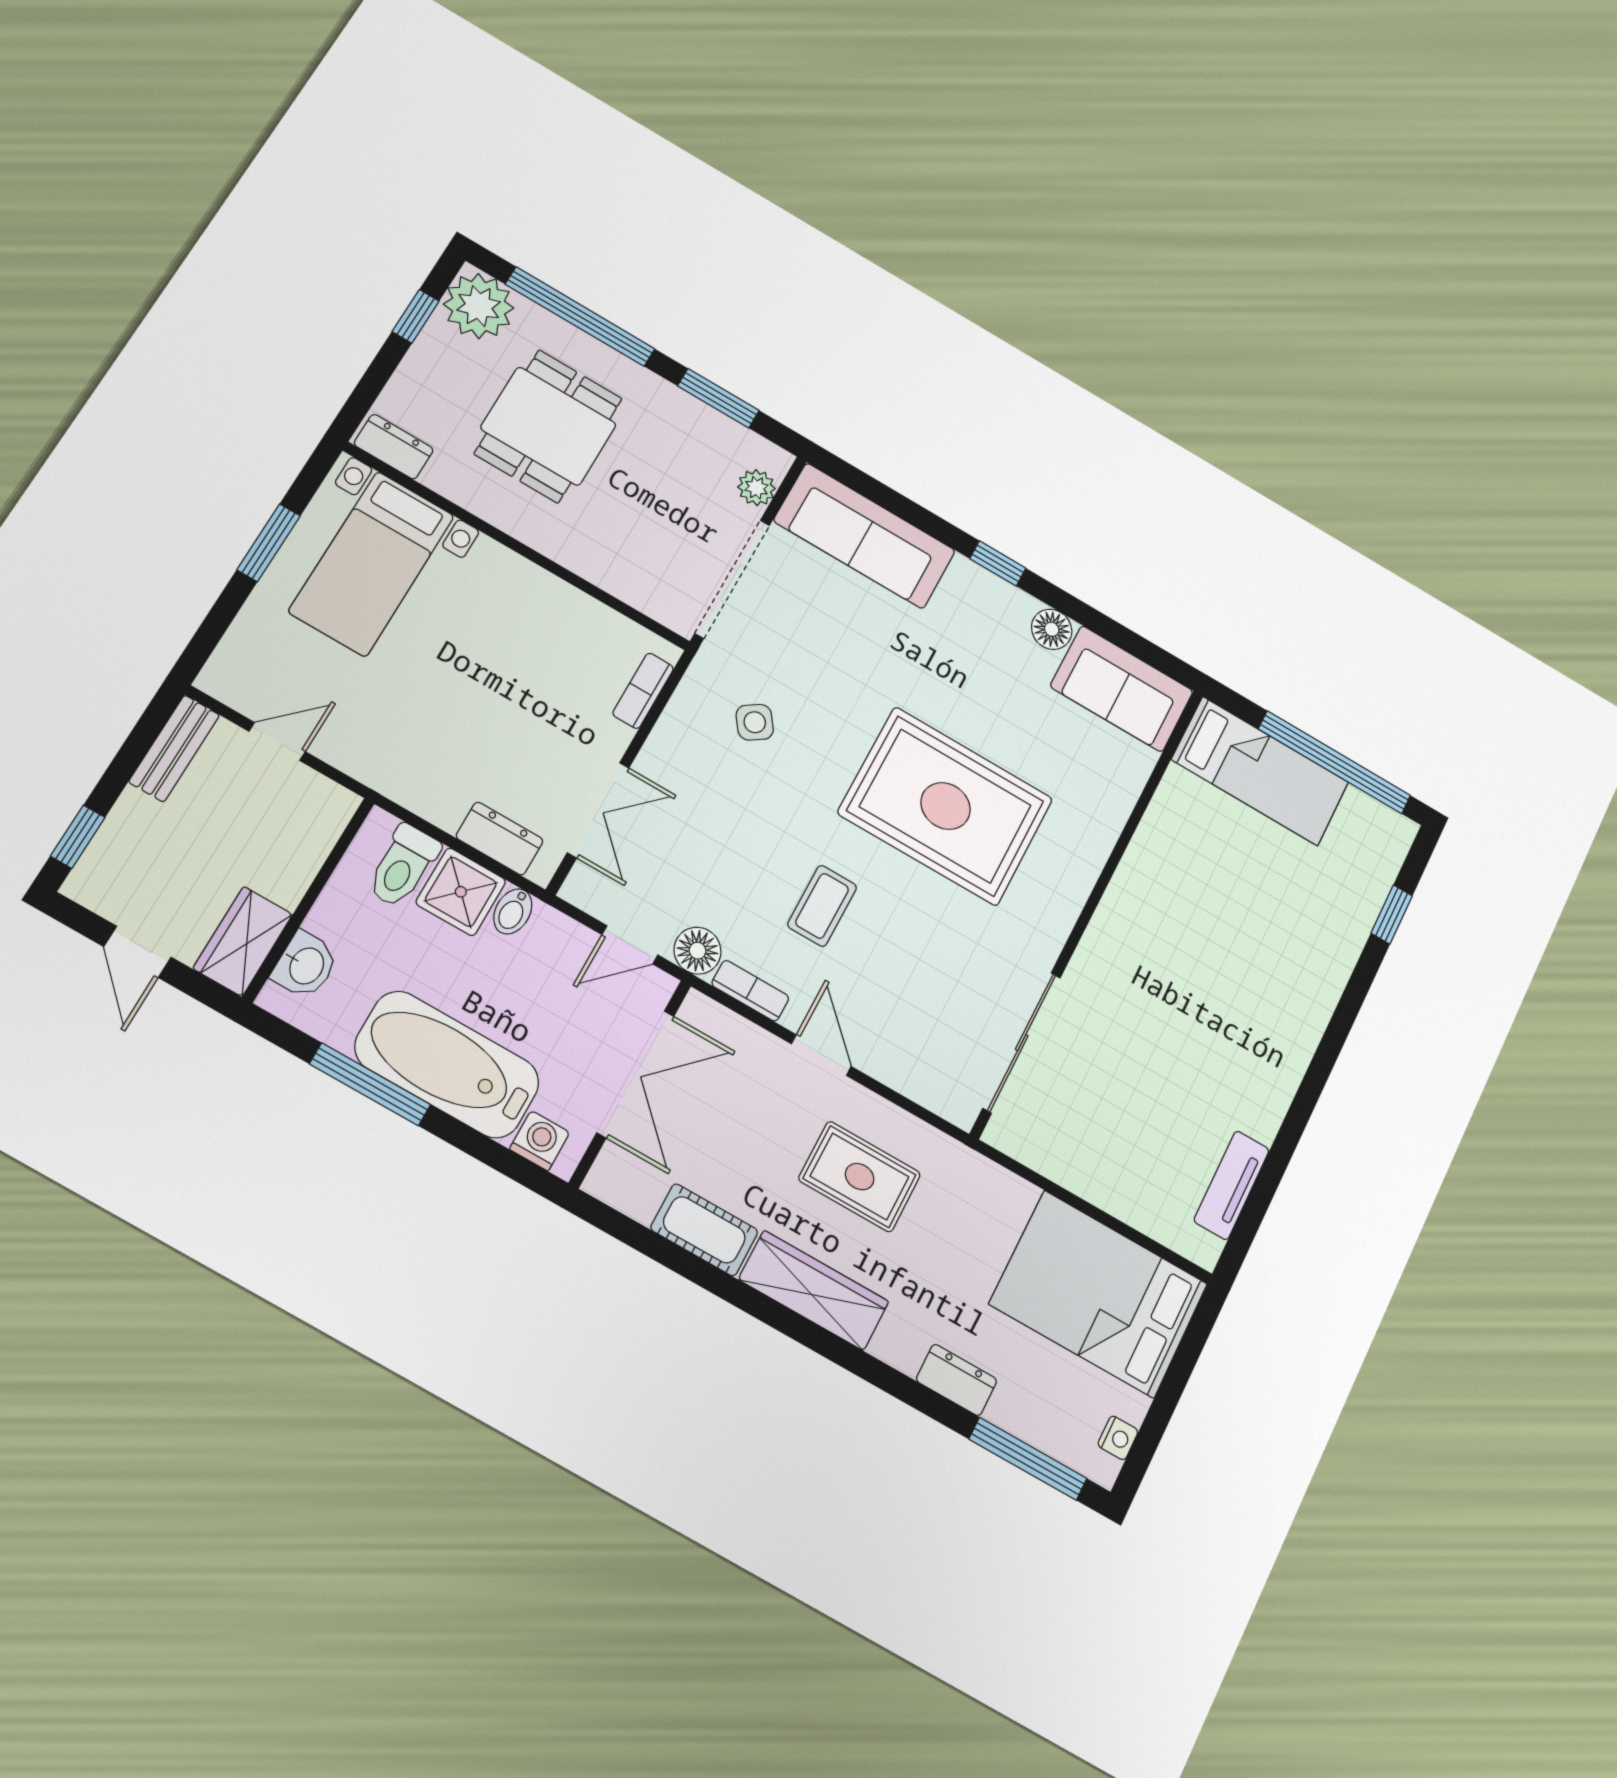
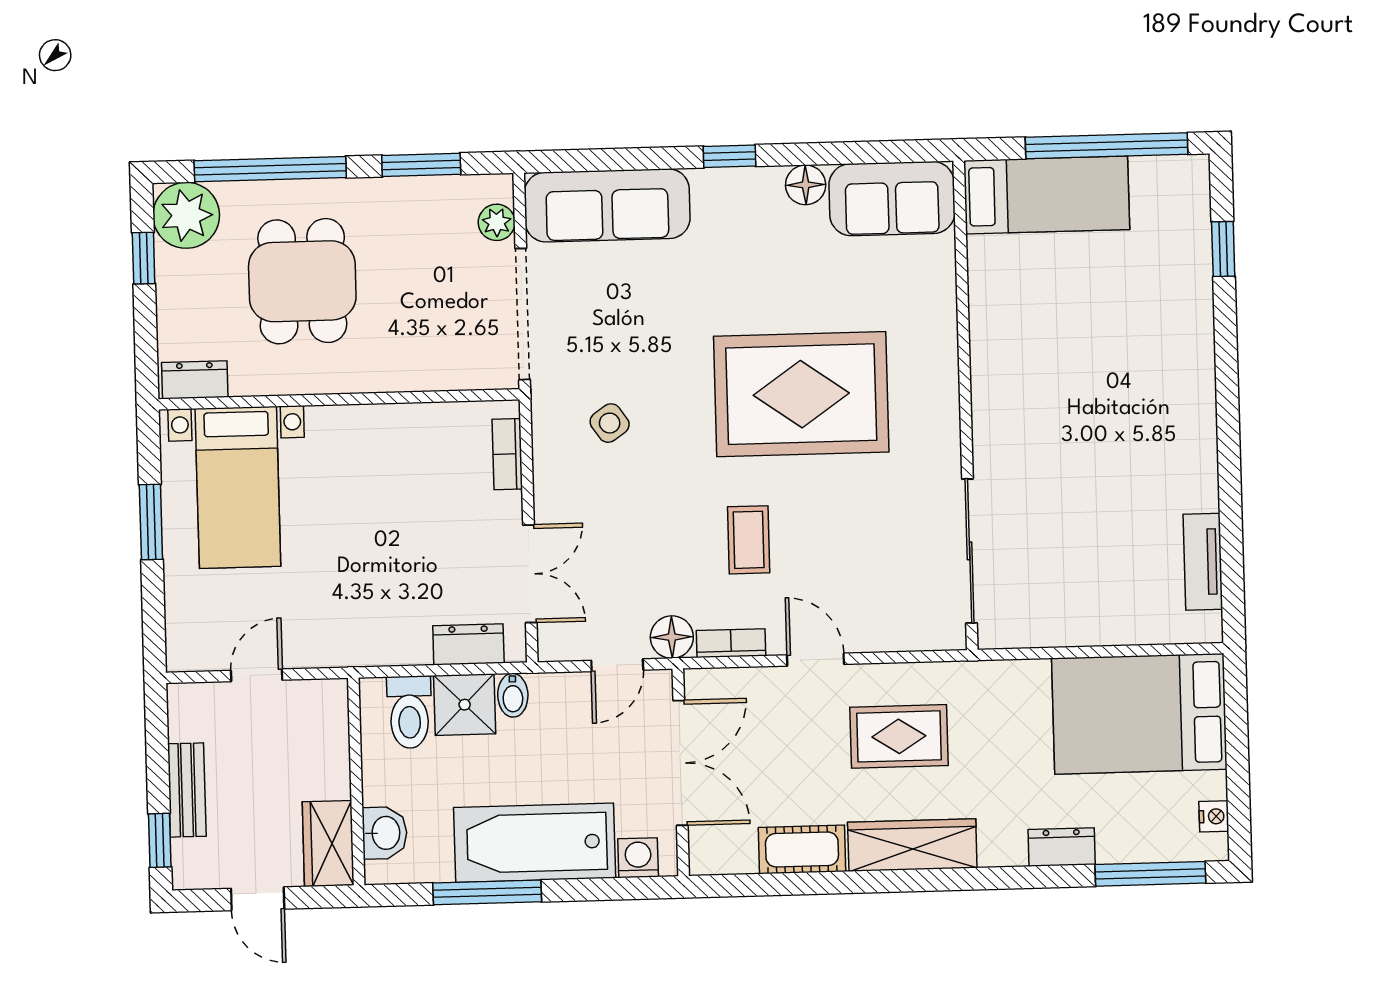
bench: (174, 748) -> (187, 790), moved

